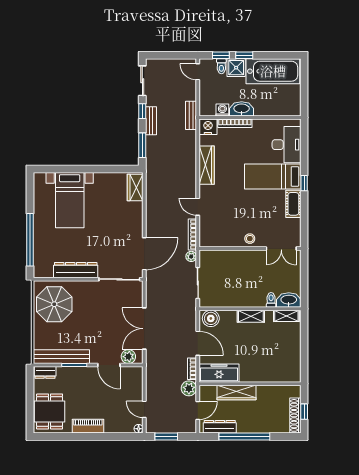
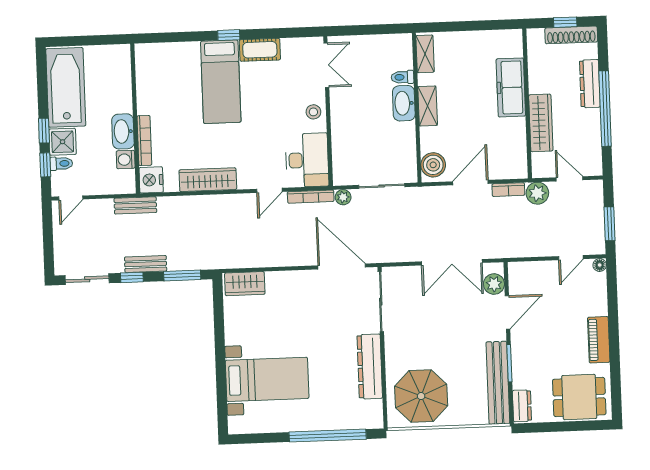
desk: (287, 145) -> (307, 160), moved, turned 90
washbasin: (289, 300) -> (404, 103), moved
freezer: (219, 373) -> (511, 87), moved
dresser: (220, 427) -> (590, 84), moved

